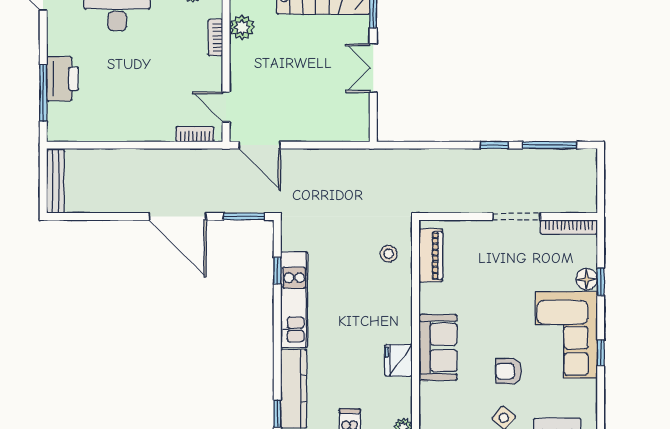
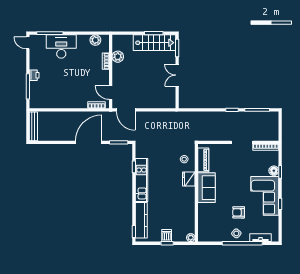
printer: (62, 79) -> (34, 75), width x0.53, depth x0.68
door: (178, 216) -> (89, 142), swing flipped
sofa: (438, 347) -> (207, 188), moved
fridge: (399, 360) -> (189, 179), moved

